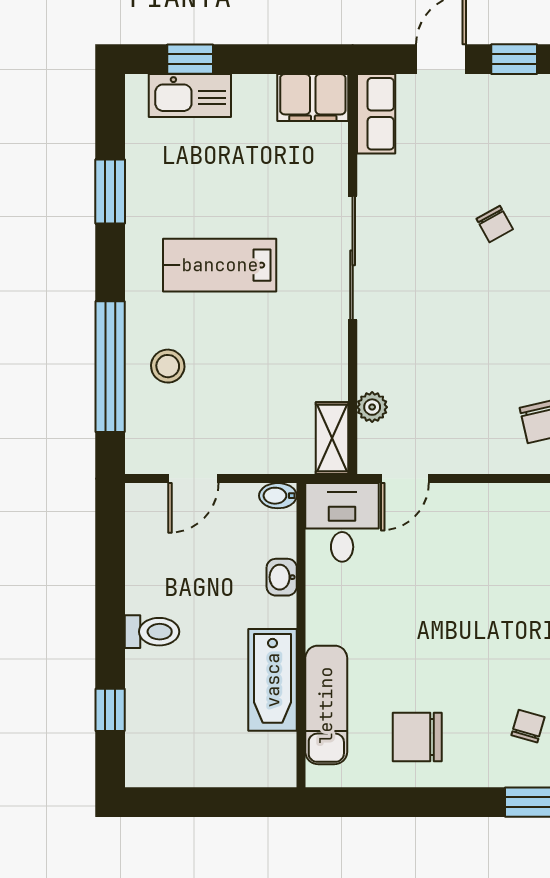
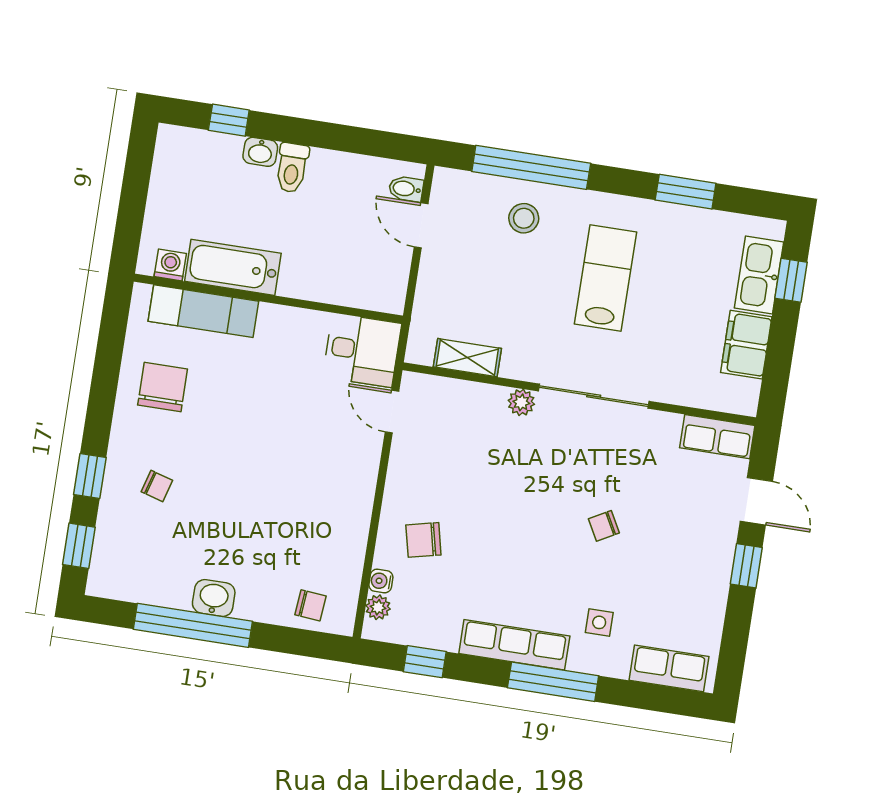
filing cabinet: (313, 98) -> (746, 345), moved
plant: (372, 407) -> (521, 402), moved
shelving: (332, 438) -> (467, 358), moved
bidet: (278, 496) -> (406, 189), moved, turned -90
washbasin: (282, 577) -> (260, 152), moved, turned 180
washing machine: (281, 750) -> (170, 265), added

